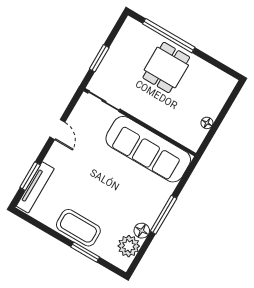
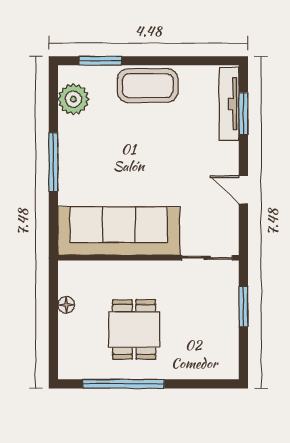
window: (169, 36) -> (123, 384), moved
dining table: (166, 67) -> (134, 329), moved
floor lamp: (142, 231) -> (69, 127), removed
window: (85, 252) -> (100, 61), moved

